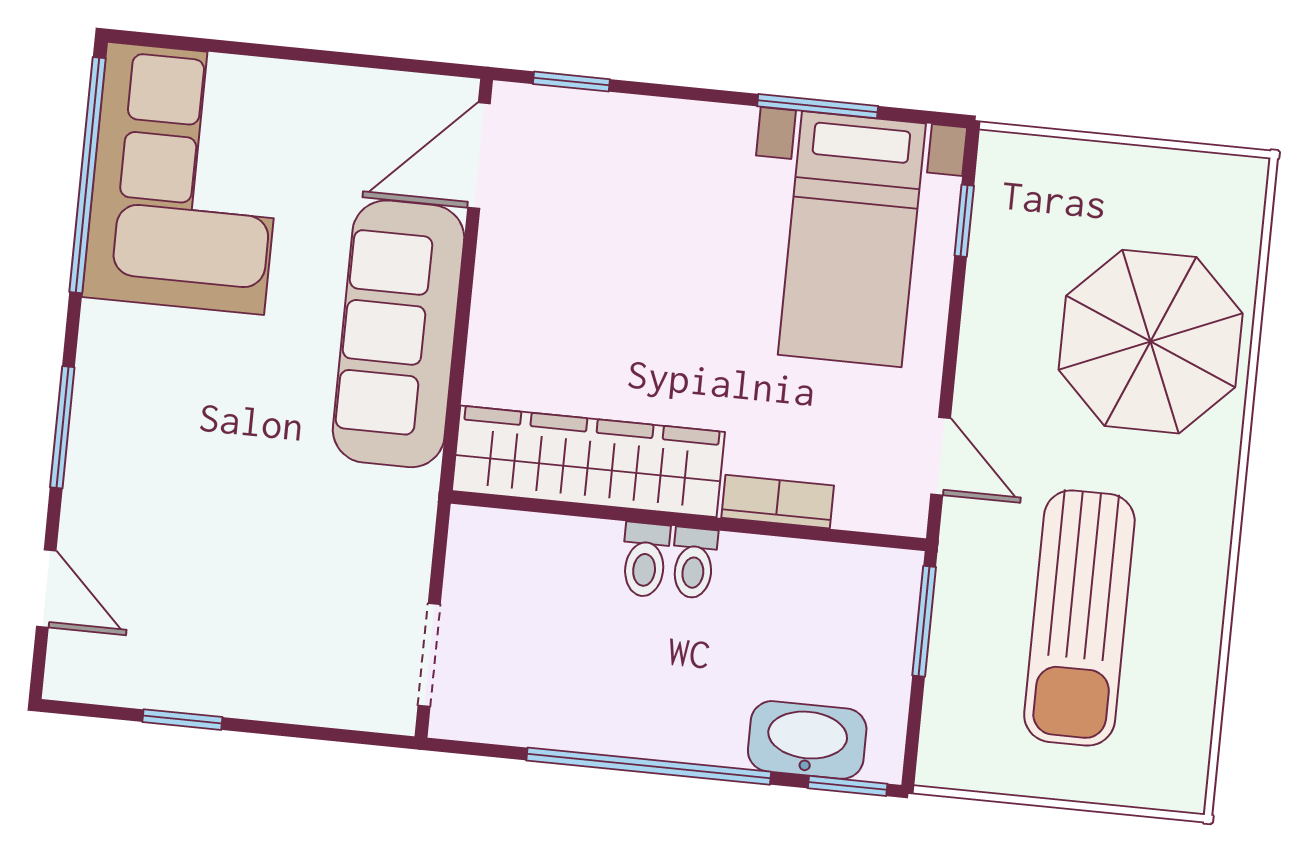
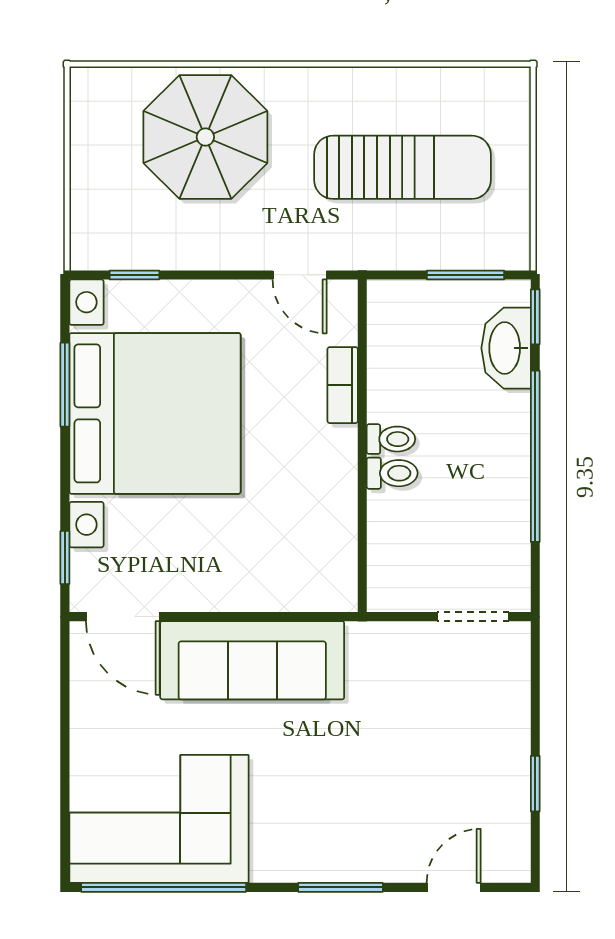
bed with nightstands: (852, 239) -> (155, 413), width x1.85
door: (941, 456) -> (300, 275), swing flipped
wardrobe: (588, 461) -> (328, 519), removed
window: (924, 621) -> (466, 275), moved

